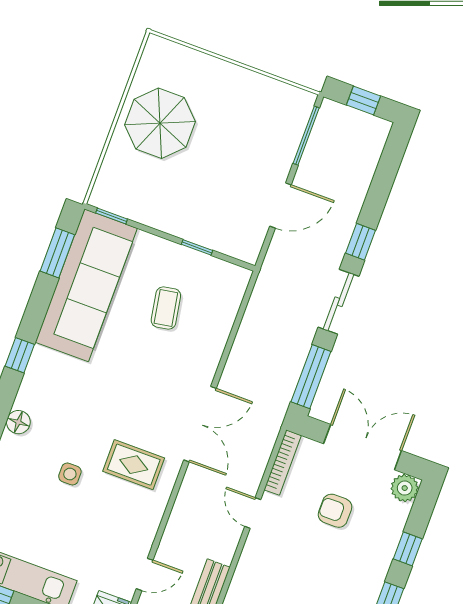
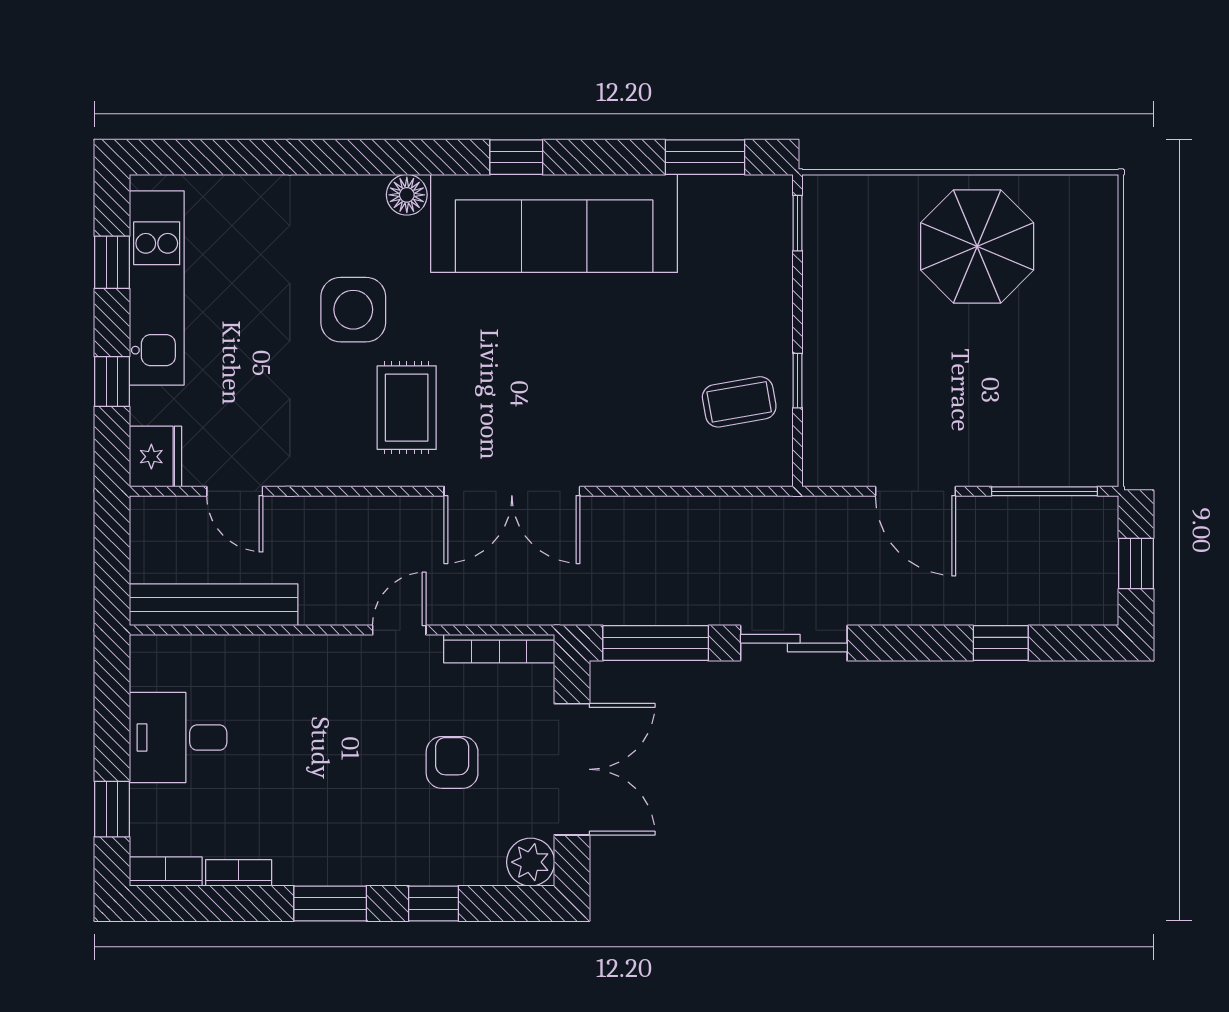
window: (361, 242) -> (1001, 643), moved
sofa: (86, 285) -> (554, 223), moved
coffee table: (166, 308) -> (739, 402), moved
side table: (70, 474) -> (353, 310), width x1.87, depth x1.87

